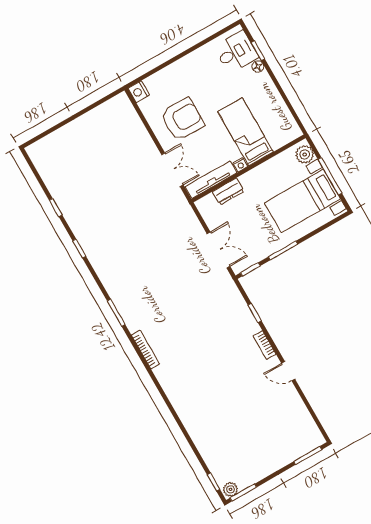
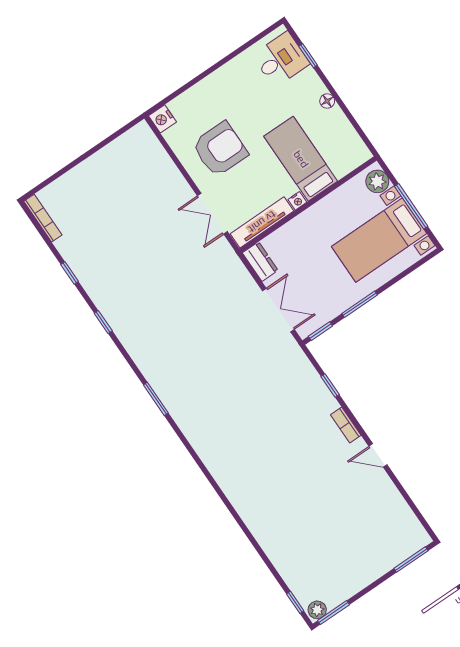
floor lamp: (258, 66) -> (327, 101), moved
double door: (172, 170) -> (212, 214), swing flipped
dresser: (228, 191) -> (260, 262), moved, turned -90
bookcase: (145, 350) -> (43, 218), moved

